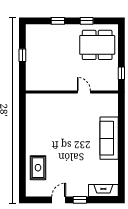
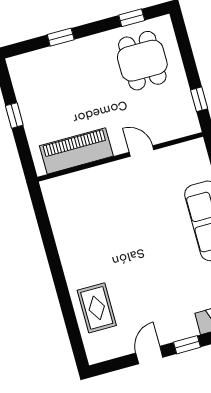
window: (87, 21) -> (132, 18), moved
dining table: (97, 45) -> (142, 61), width x0.73
piano: (50, 83) -> (76, 151), added

